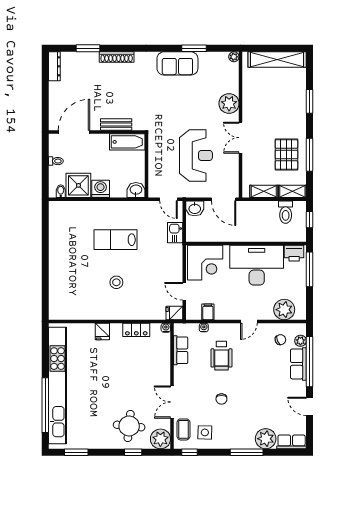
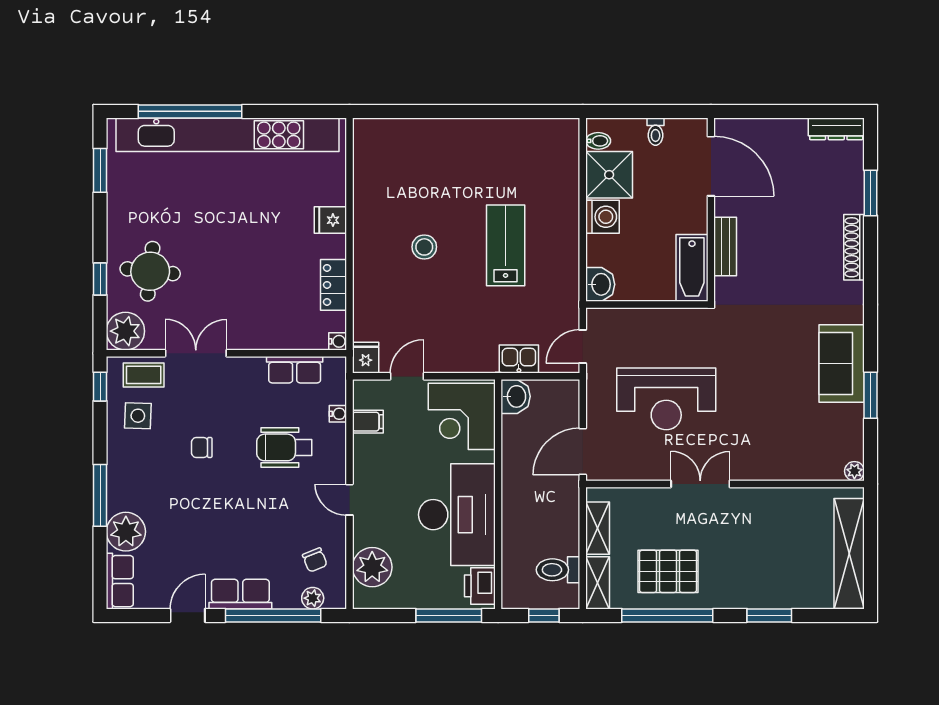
plant: (229, 103) -> (765, 462), removed
window: (310, 155) -> (667, 615), width x1.46
washbasin: (195, 208) -> (516, 396), moved, turned 180
row of seats: (298, 364) -> (240, 594), moved

